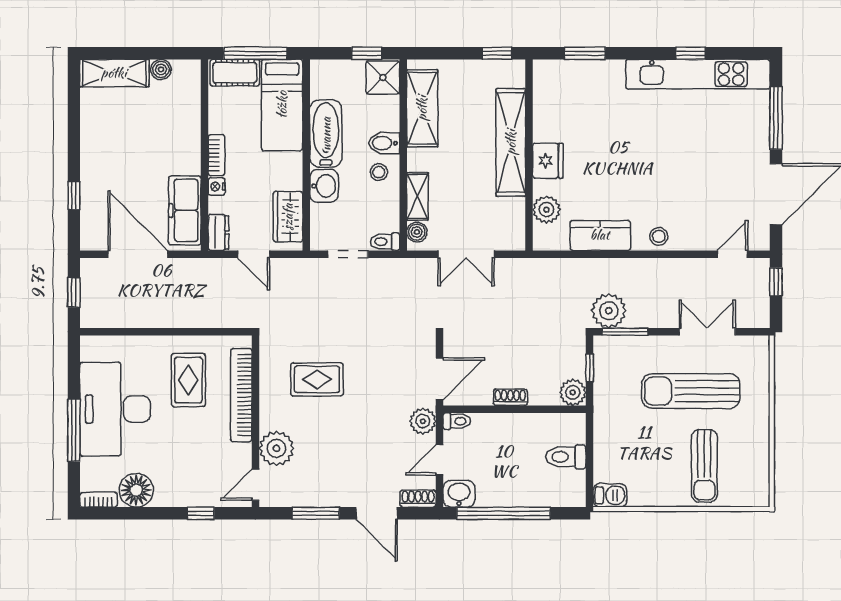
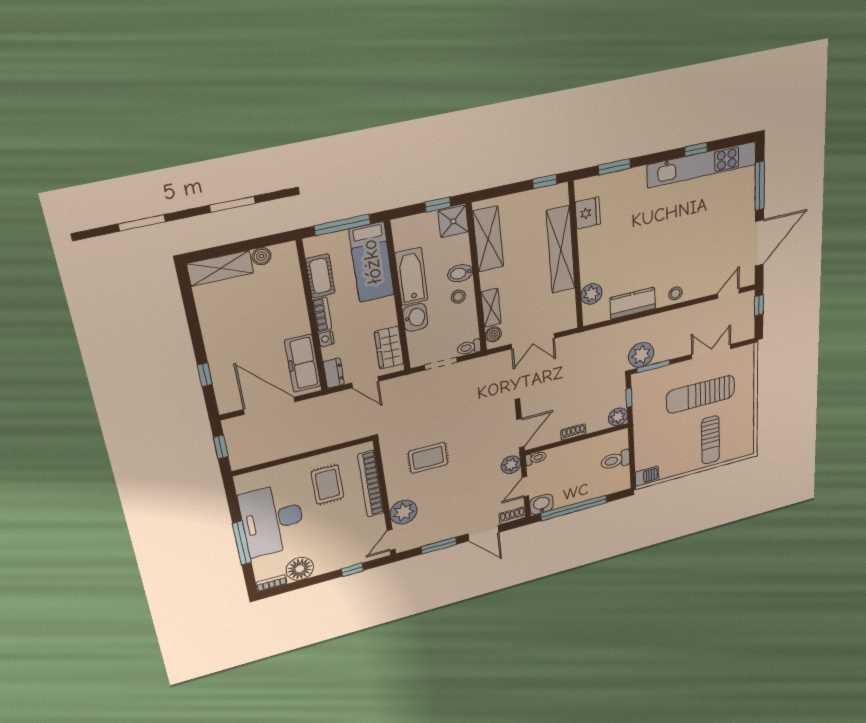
cot: (235, 73) -> (320, 276), moved, turned 90
fridge: (548, 161) -> (588, 213), moved

